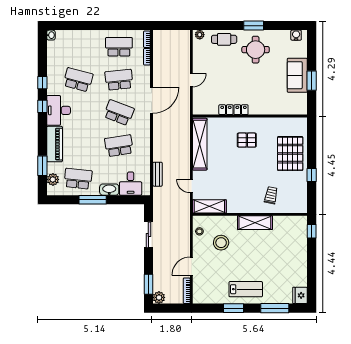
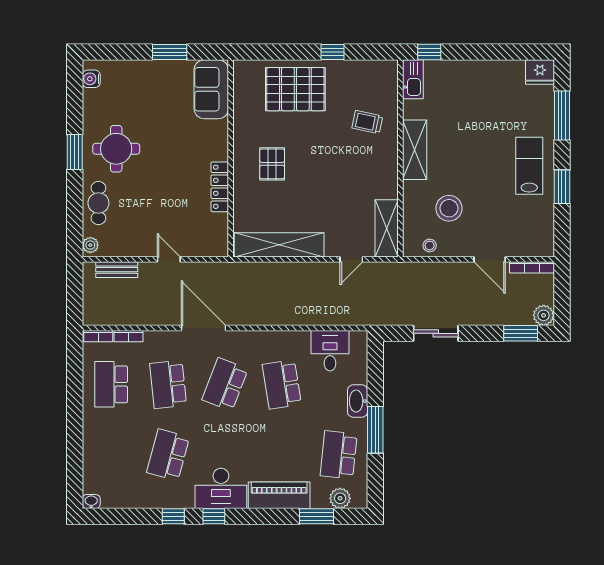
sofa: (297, 75) -> (211, 89), moved, turned 90
bench: (158, 174) -> (117, 270), moved
desk: (131, 184) -> (330, 351), moved, turned -90
kitchen sink: (296, 222) -> (413, 79), added

